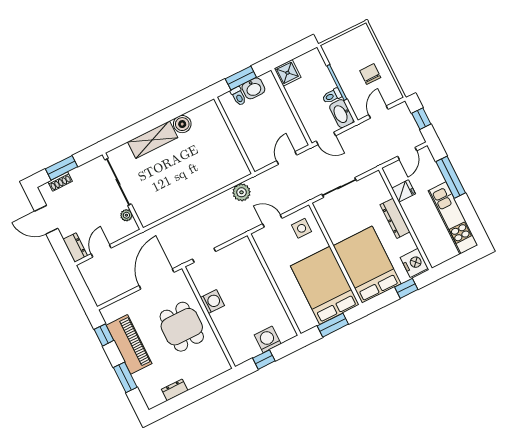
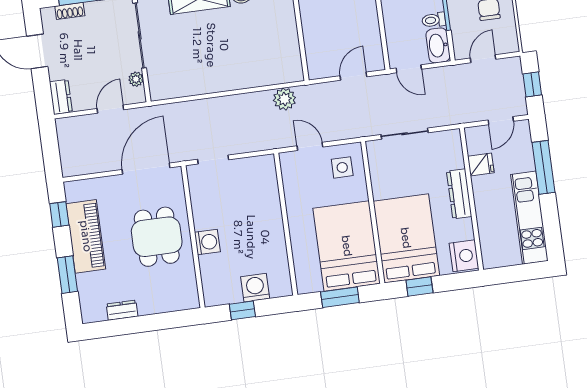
door: (101, 251) -> (110, 109), moved
window: (406, 288) -> (419, 286), moved
washing machine: (212, 301) -> (207, 242), moved

